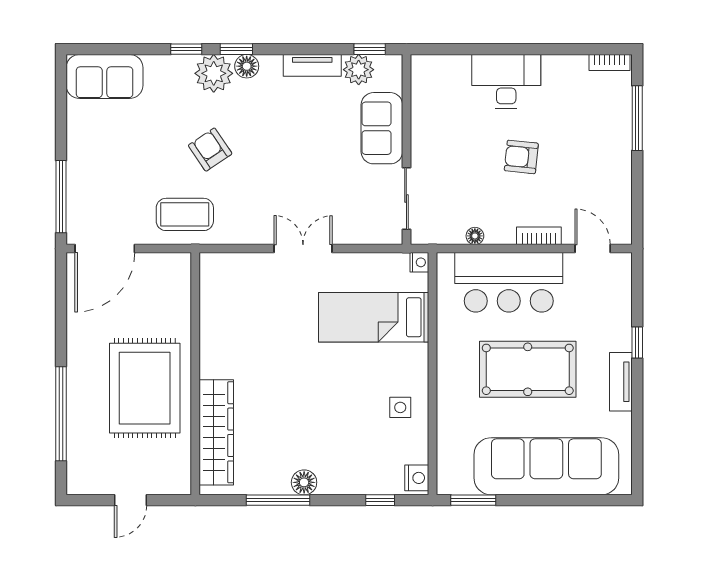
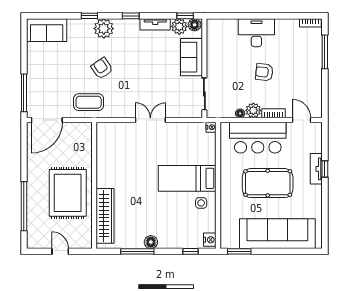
window: (236, 49) -> (131, 16), moved
floor lamp: (247, 66) -> (195, 25), moved
plant: (500, 230) -> (253, 110), added
bed: (374, 317) -> (187, 178), moved
tv unit: (621, 382) -> (316, 169), moved
door: (131, 500) -> (60, 251), swing flipped

